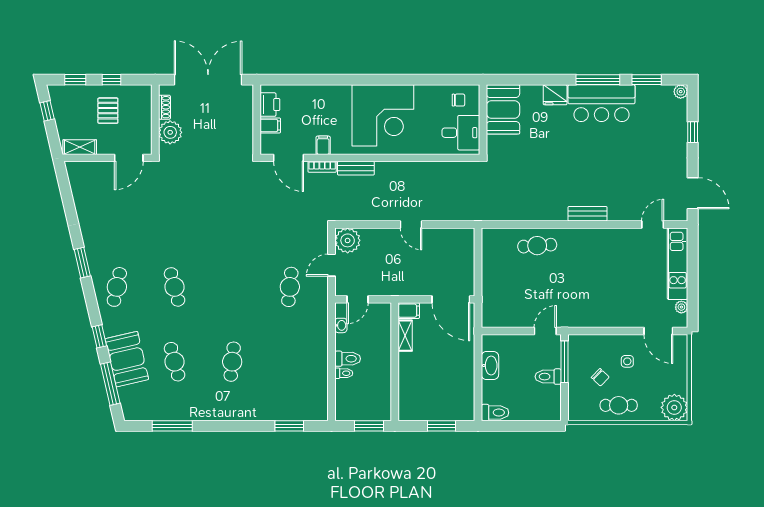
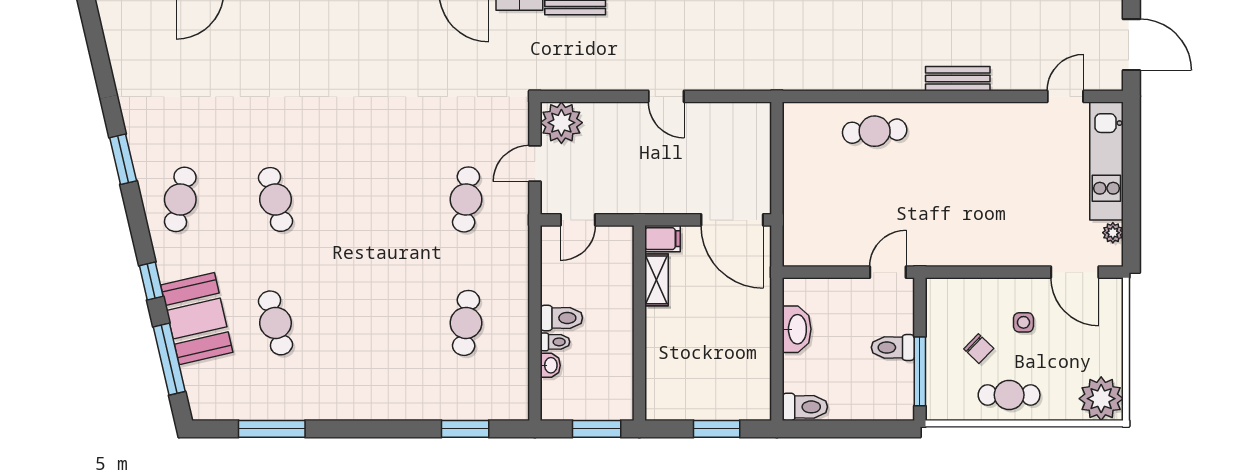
washbasin: (341, 325) -> (550, 365), moved
cafe table: (232, 362) -> (466, 323), moved
window: (565, 362) -> (920, 371), moved

